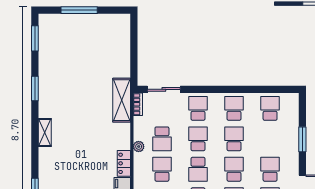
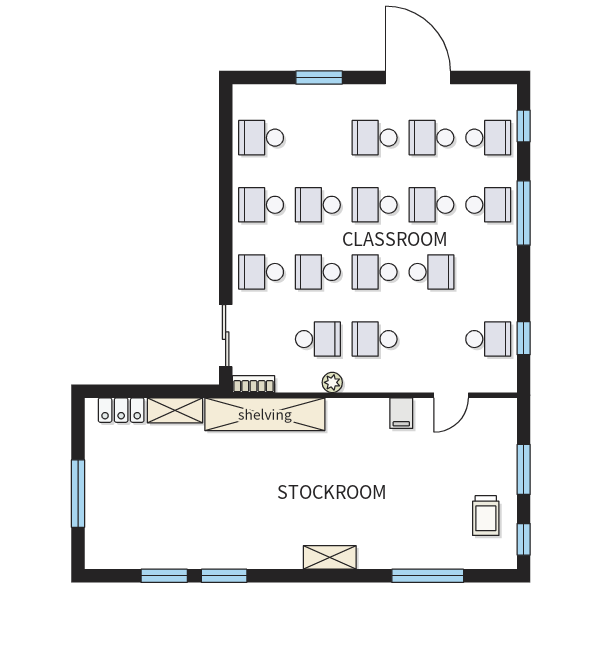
window: (35, 38) -> (164, 576), moved
shelving: (124, 62) -> (175, 410), added
shelving: (122, 100) -> (265, 414), width x1.47
shelving: (45, 133) -> (330, 557), moved
locker: (124, 163) -> (121, 410), moved
school desk: (198, 169) -> (375, 272), turned 180

